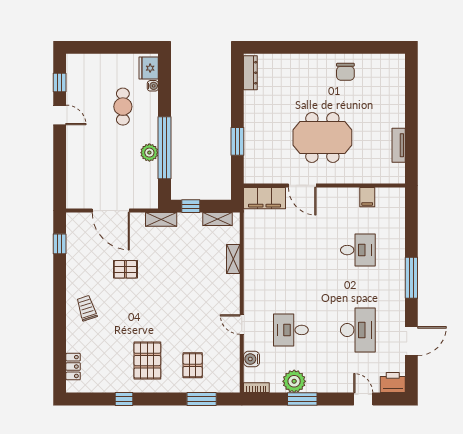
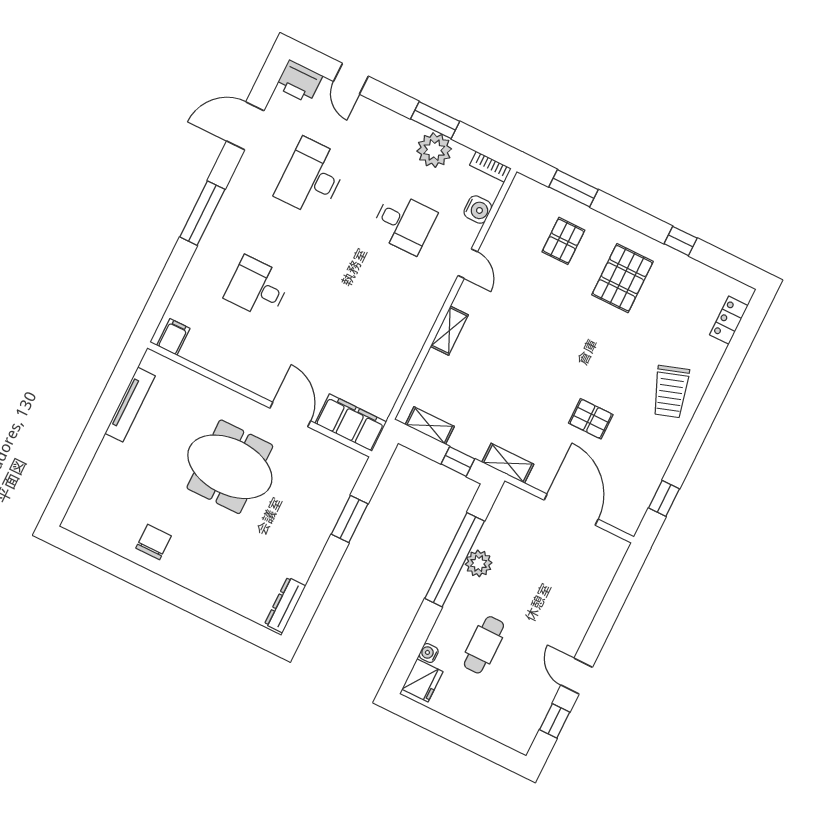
tv unit: (399, 145) -> (130, 405), width x1.41
filing cabinet: (367, 197) -> (173, 337), moved
shelving: (233, 259) -> (449, 331), moved
trolley: (87, 308) -> (671, 392), width x1.36, depth x1.39

